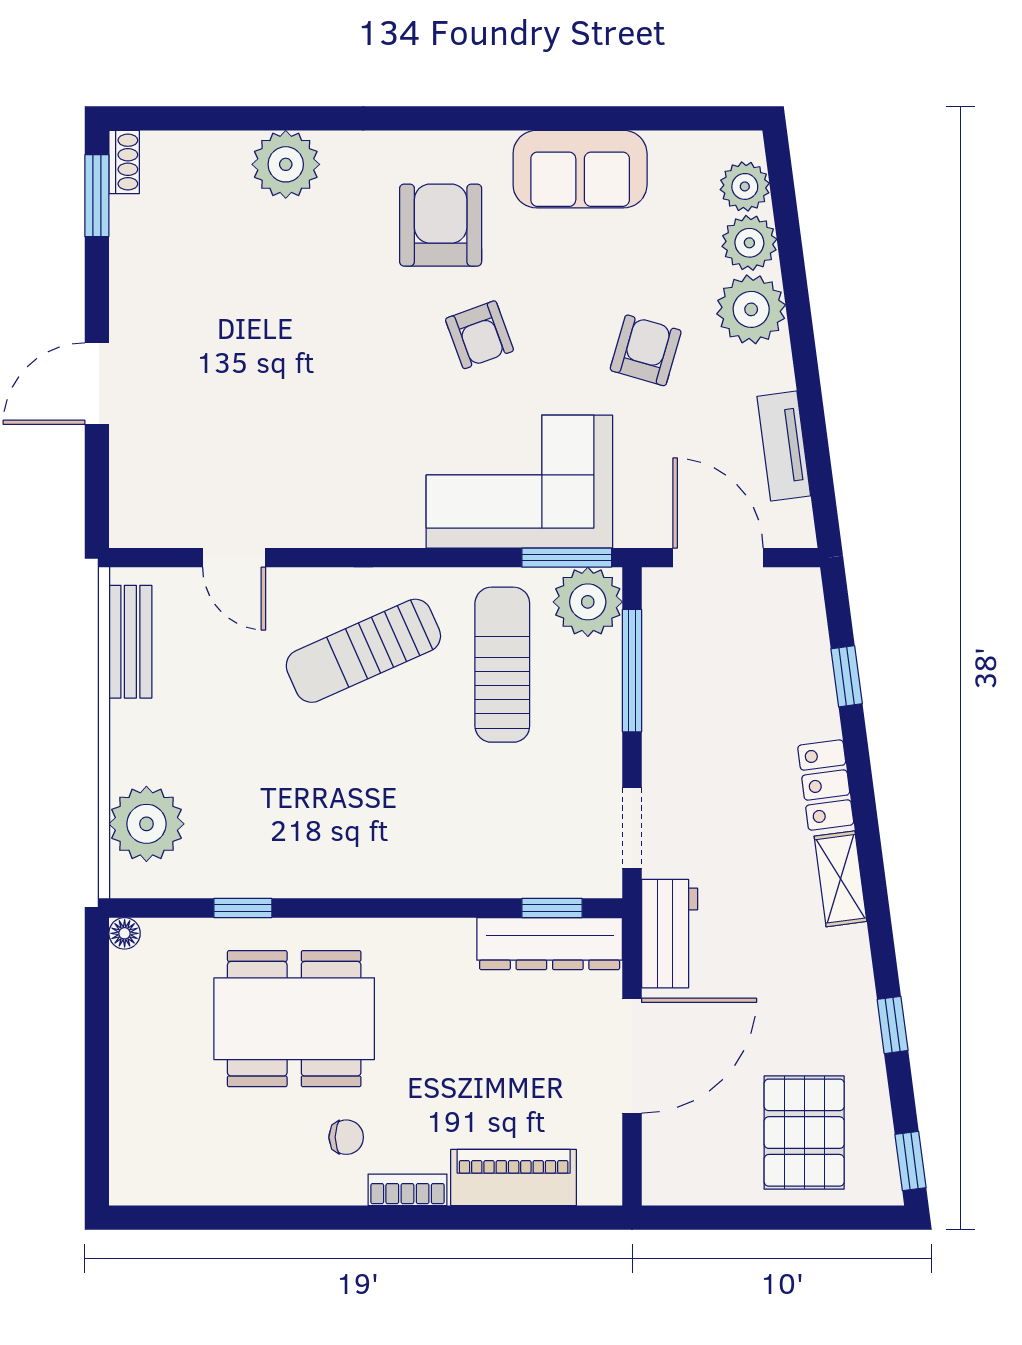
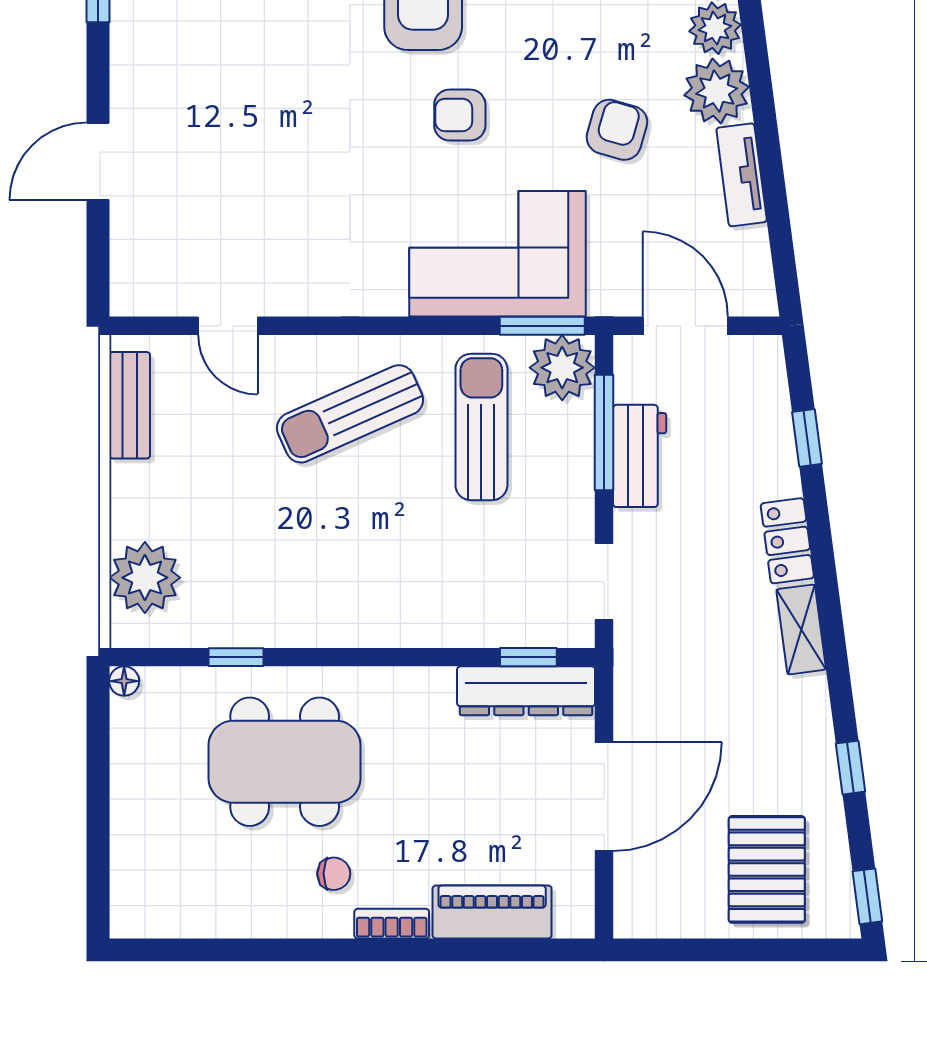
armchair: (480, 335) -> (460, 115), turned 110
tv unit: (784, 446) -> (742, 175), moved
workbench: (670, 934) -> (640, 456), moved

